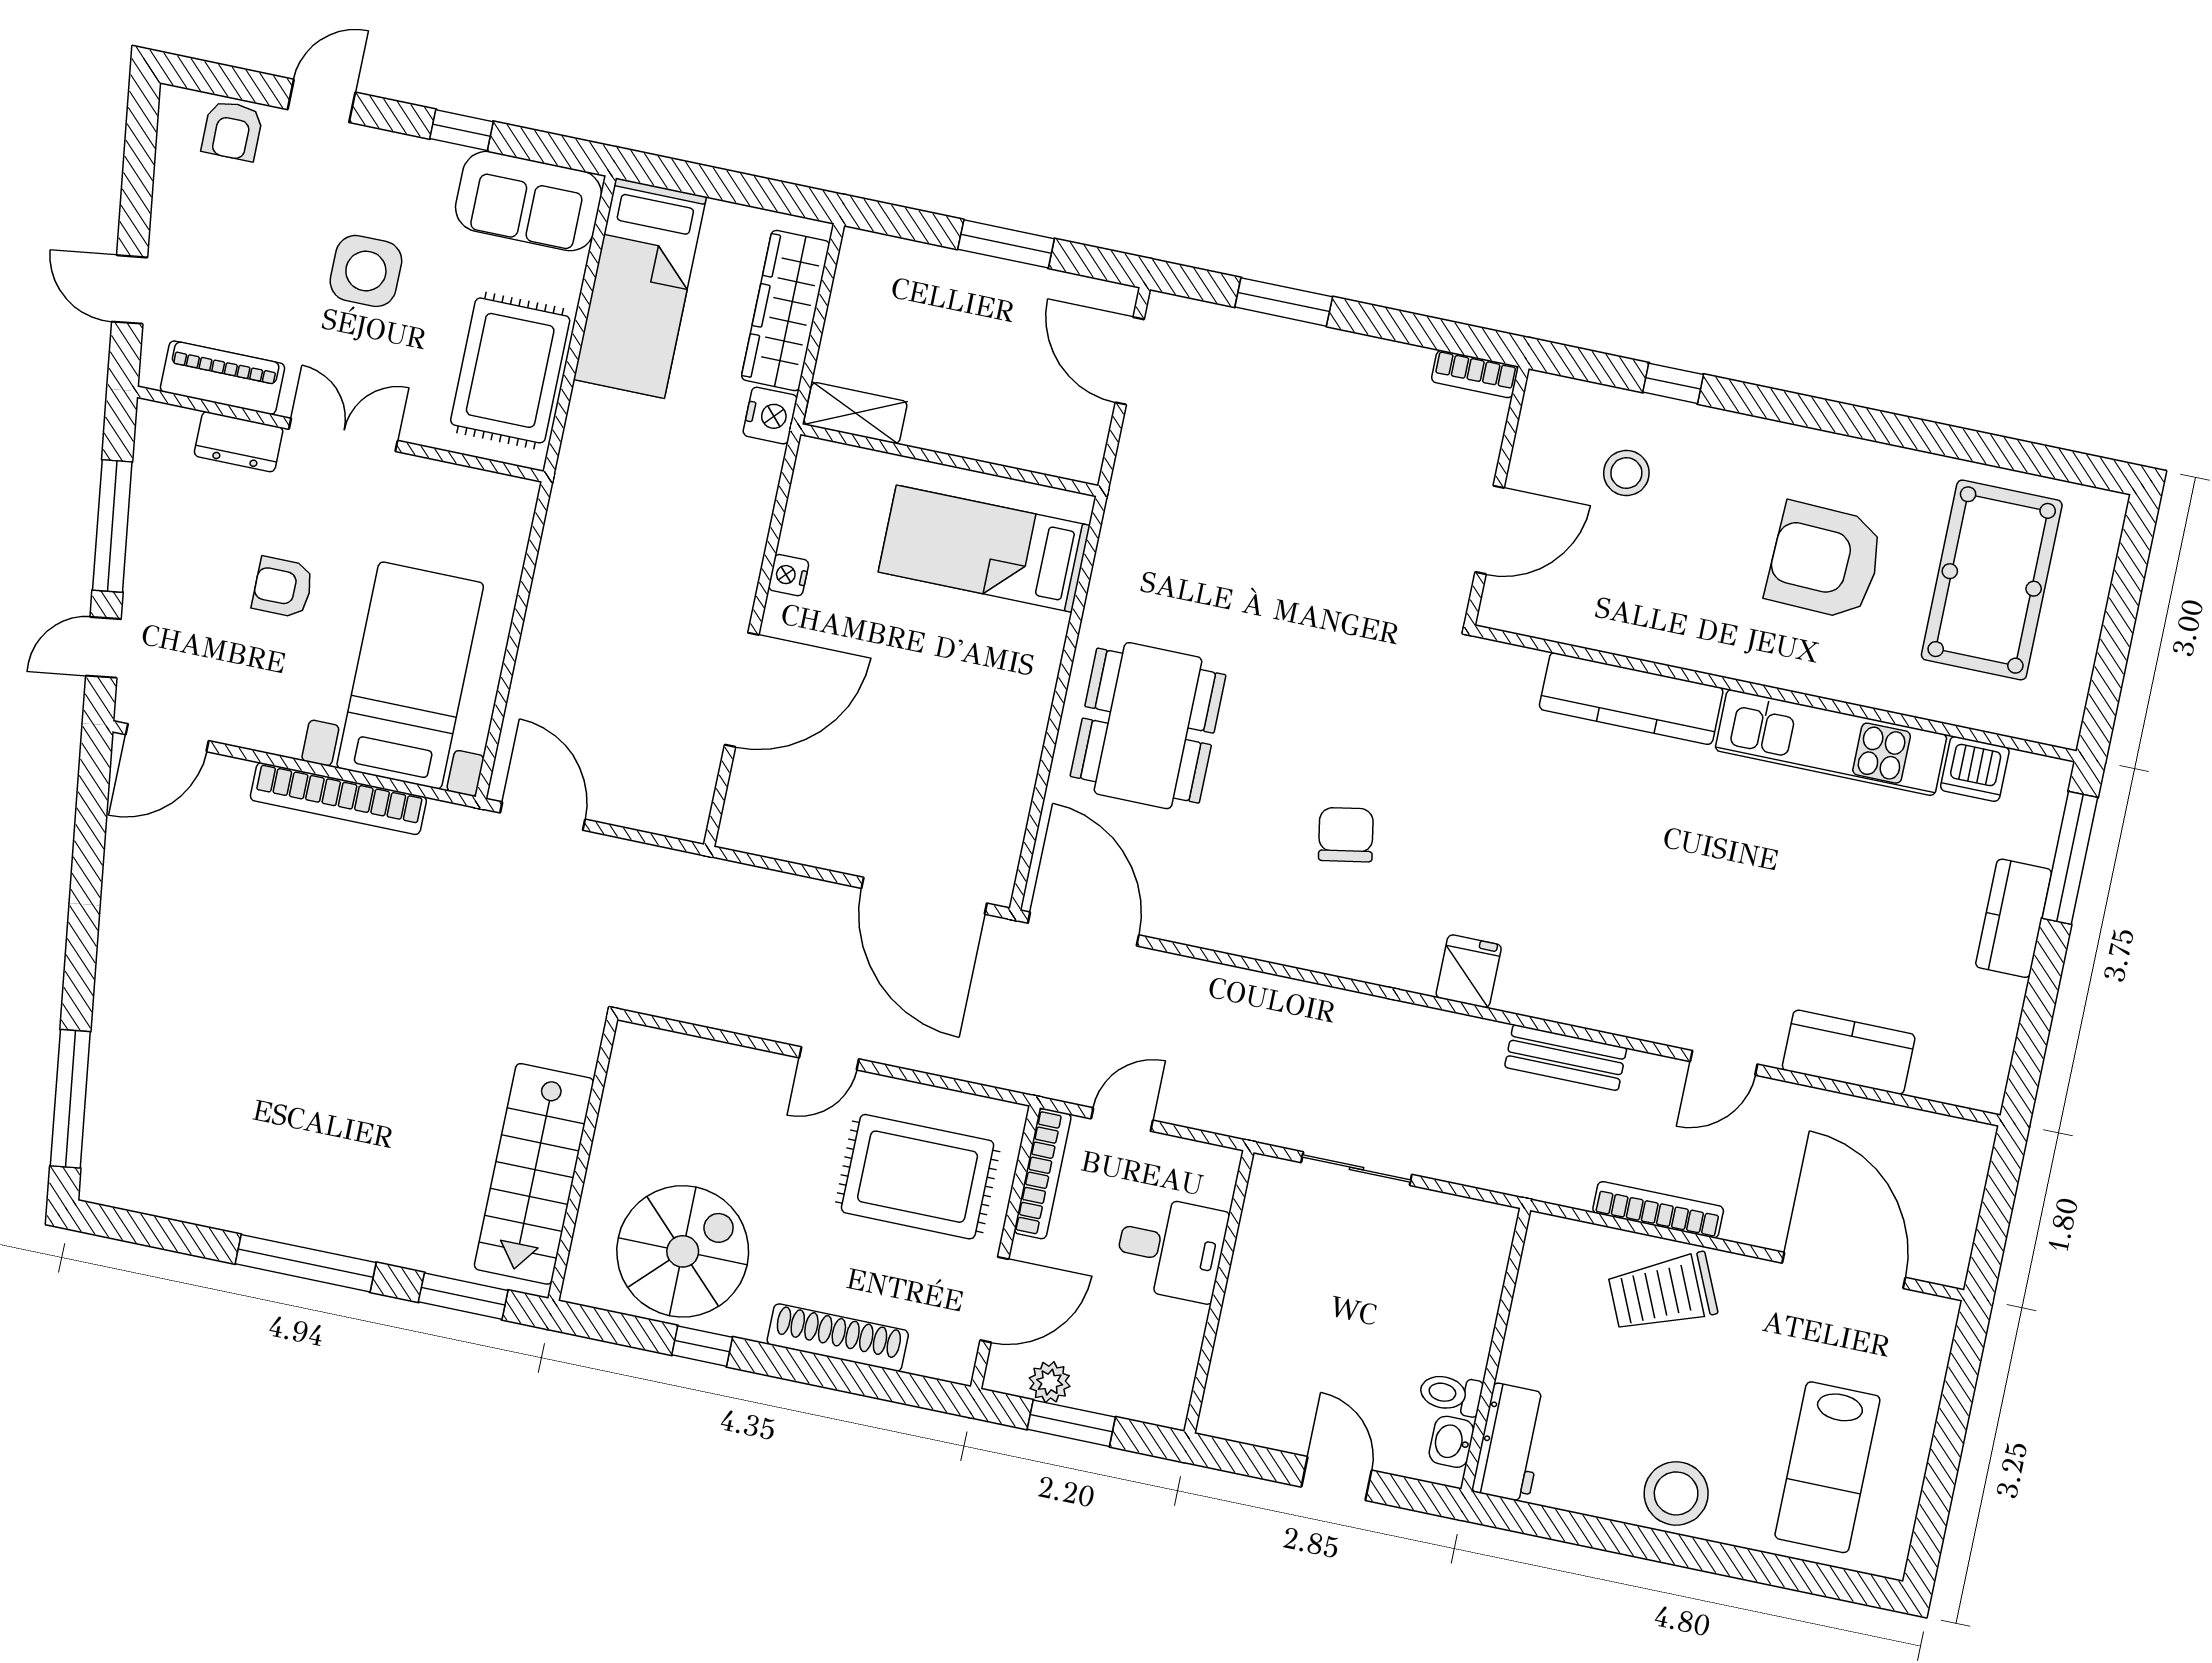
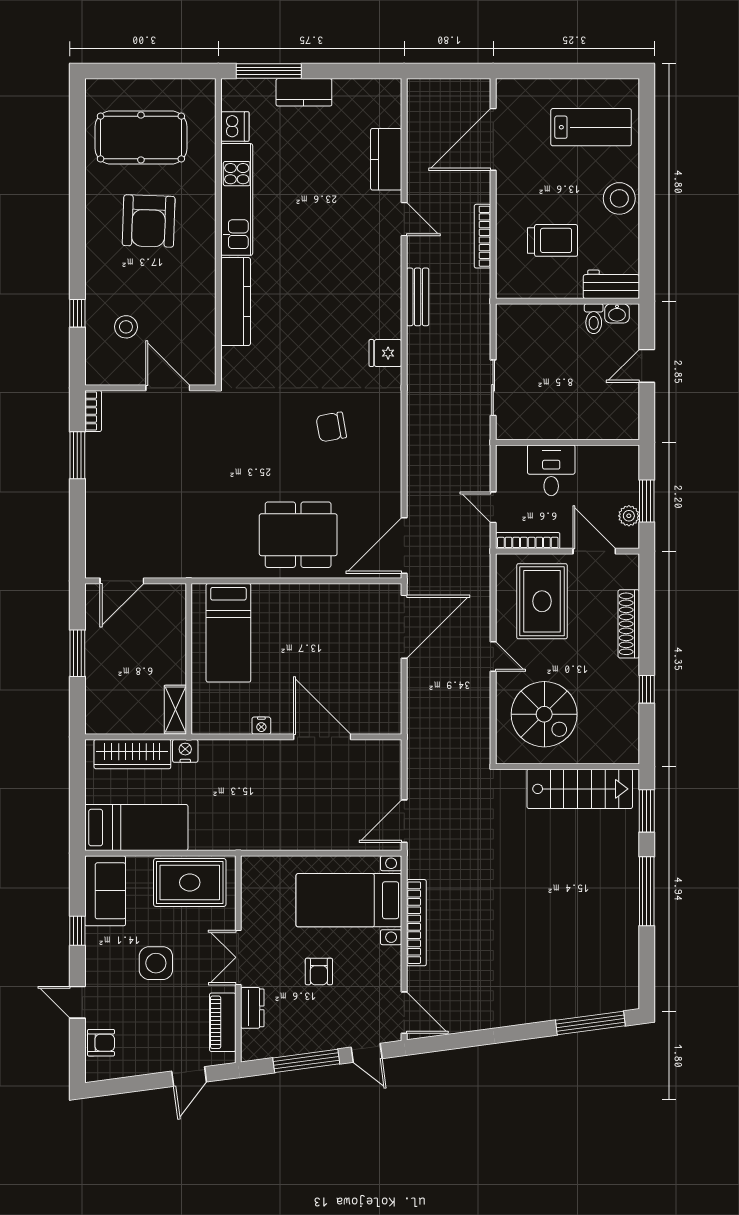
window: (1284, 302) -> (77, 455), moved
spiral stairs: (683, 1251) -> (544, 714), moved, turned 180
trolley: (1663, 1293) -> (553, 240), moved, turned -66

